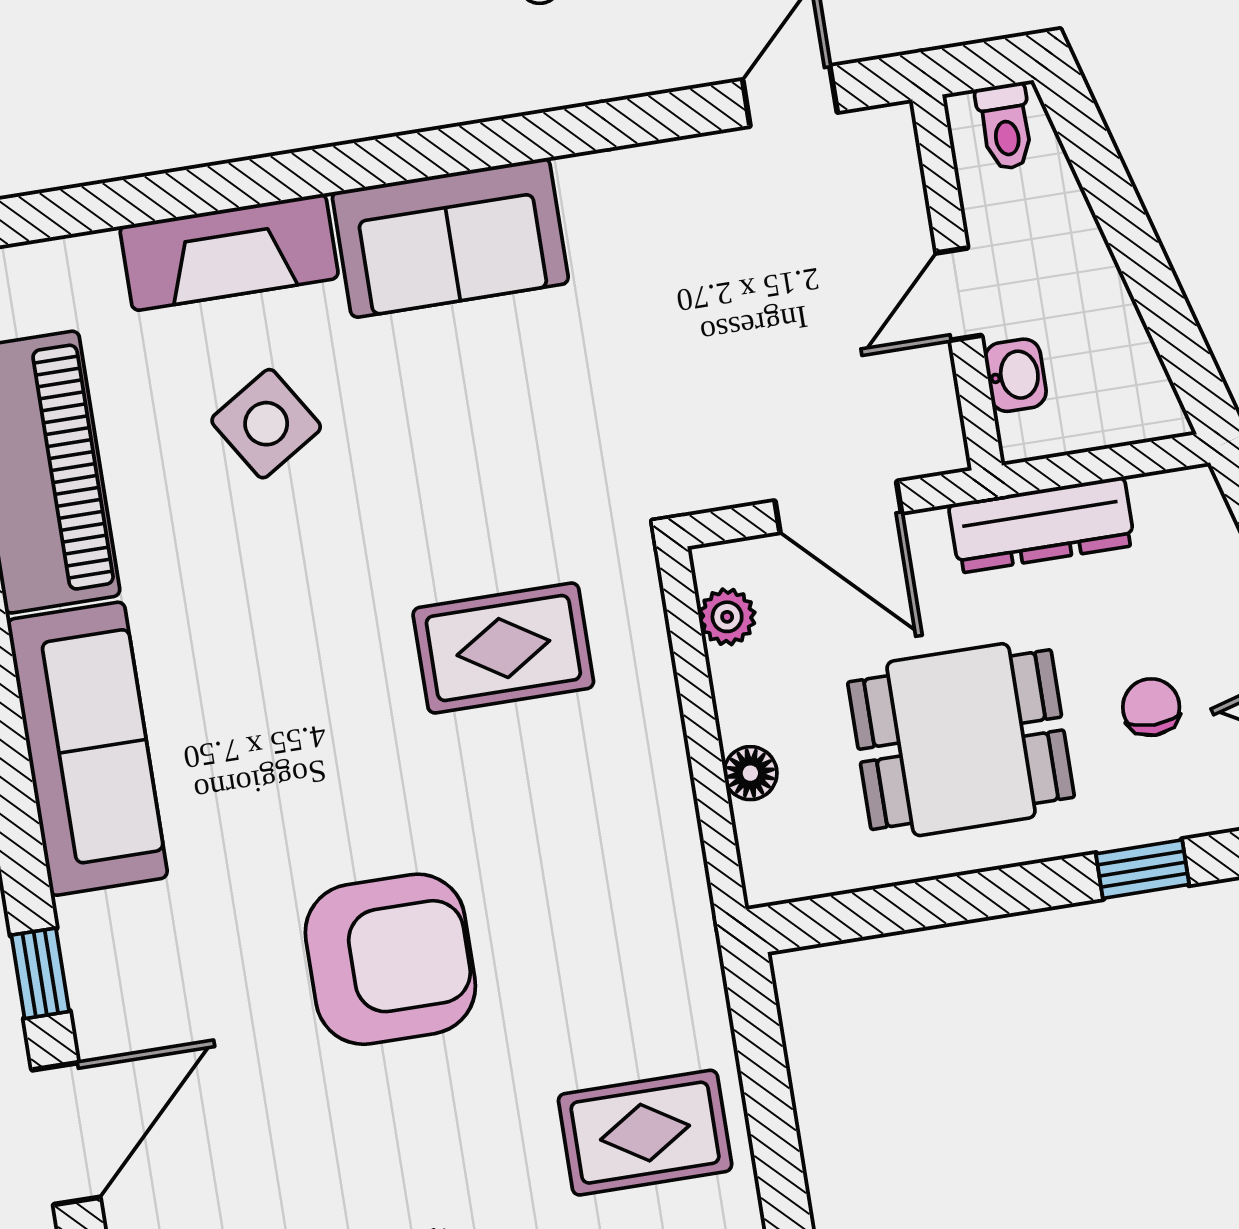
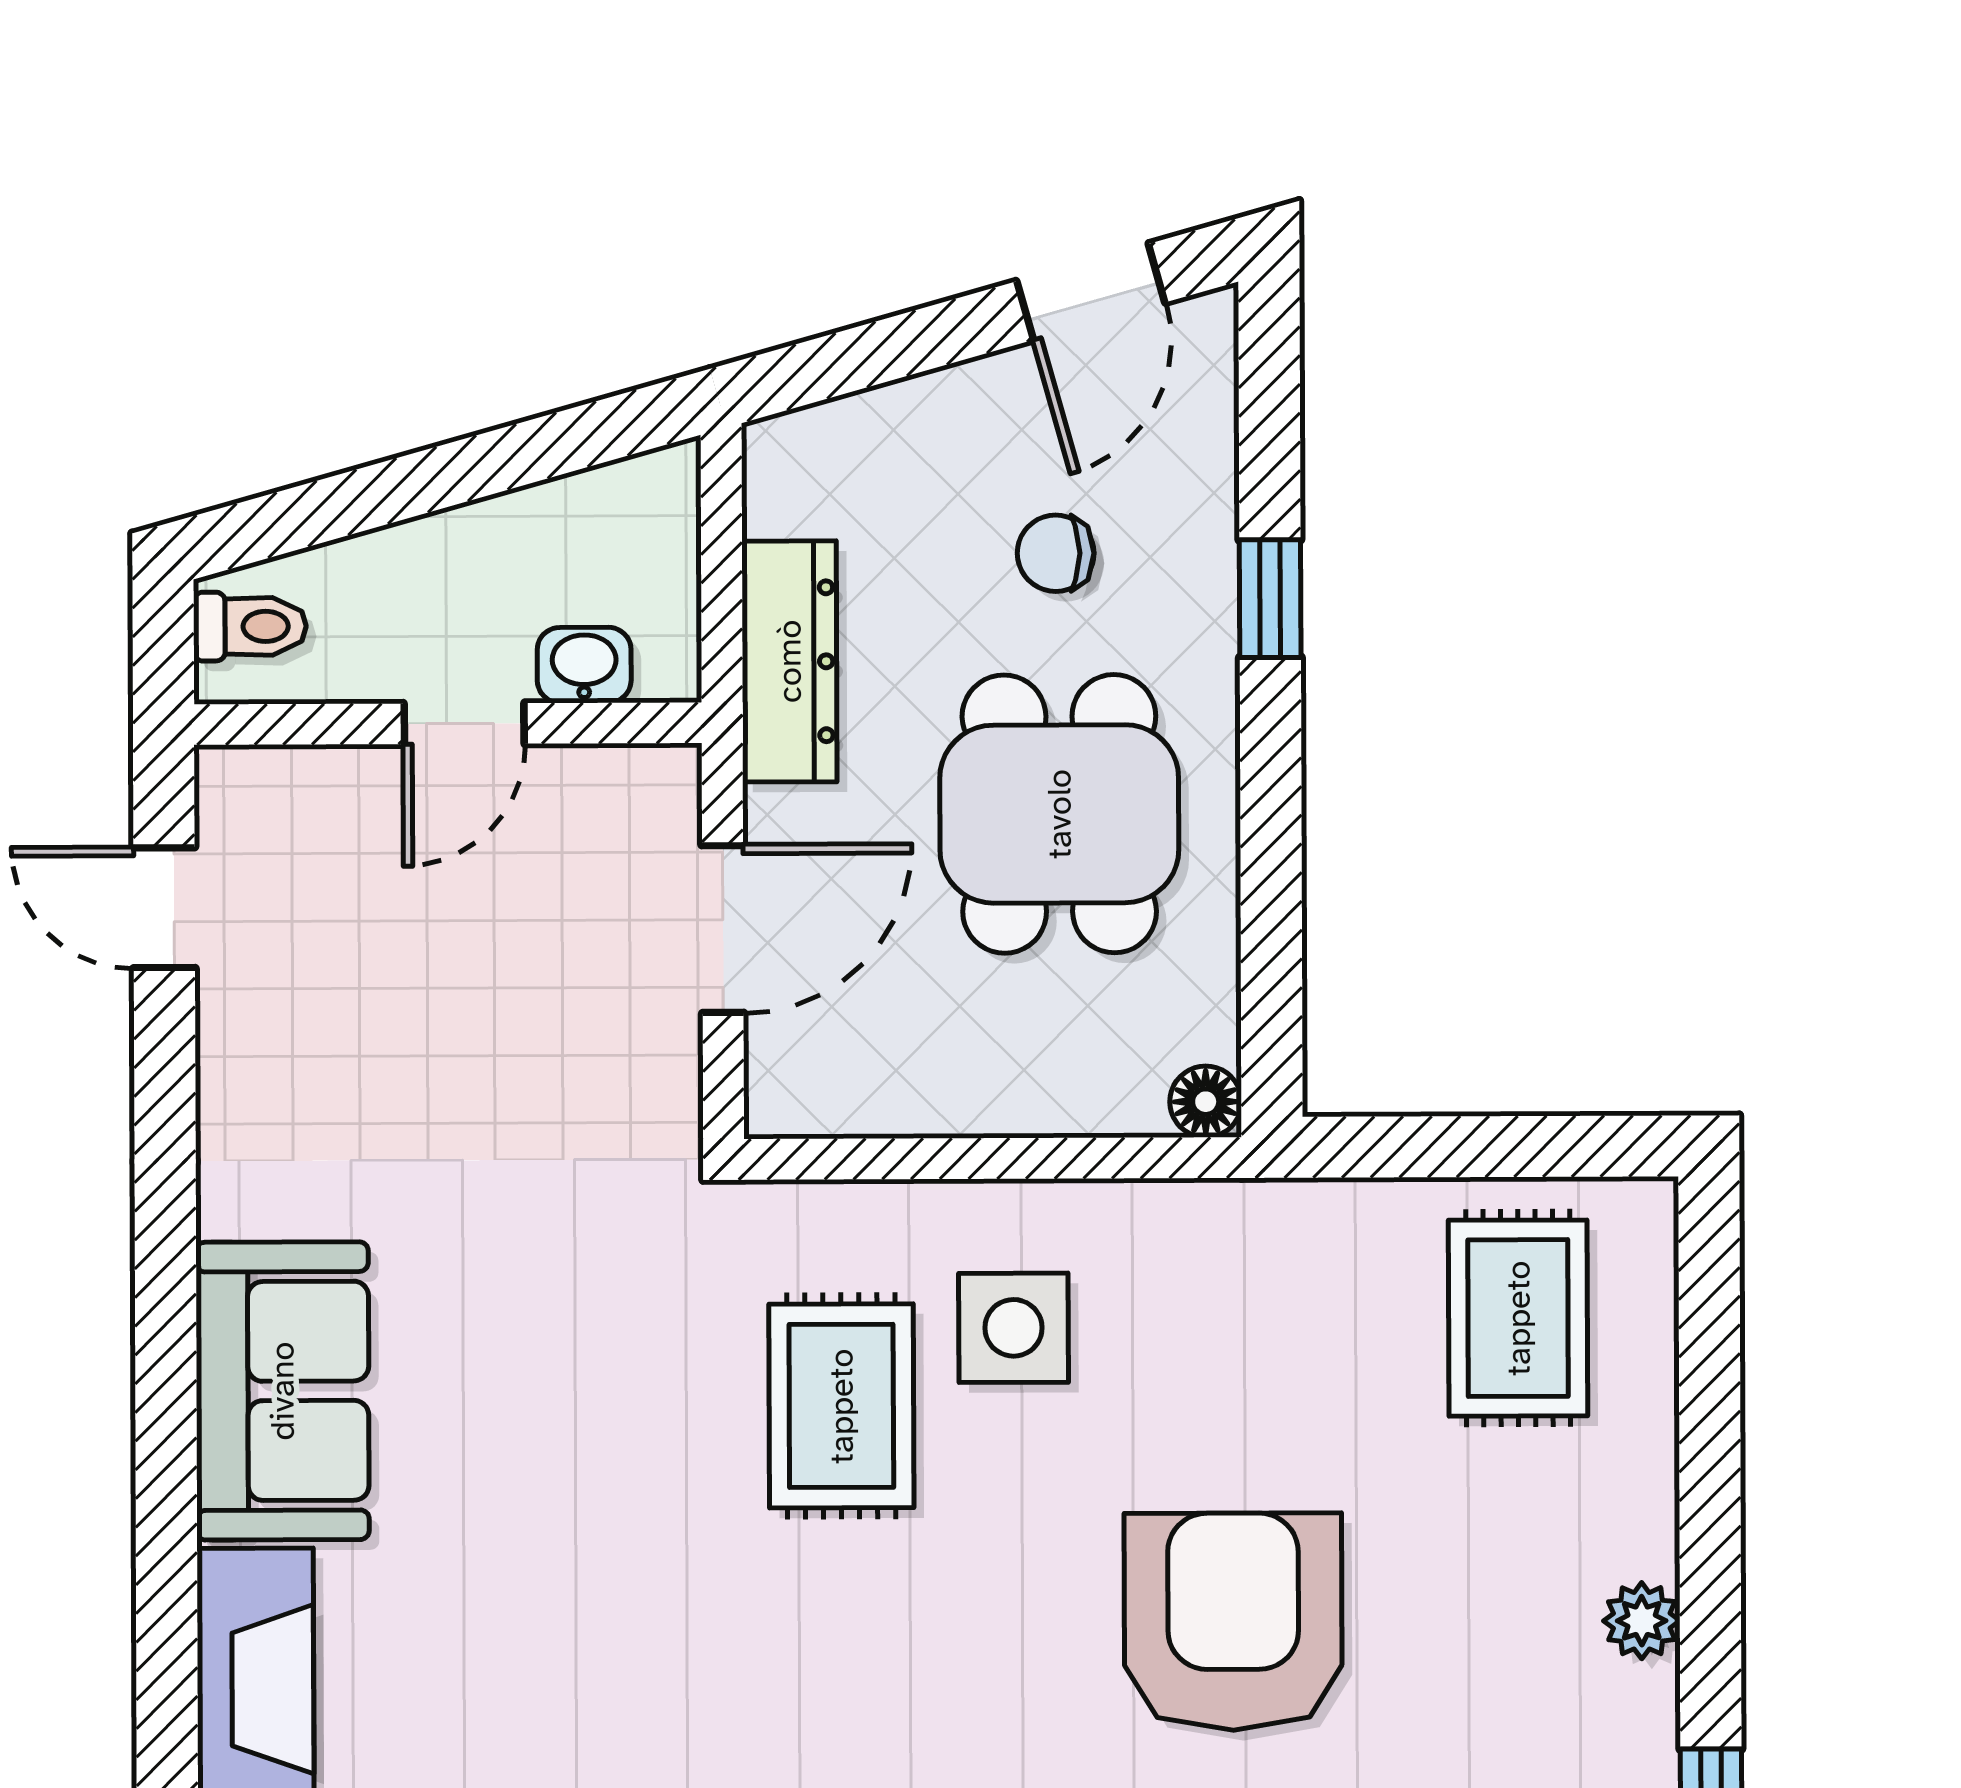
door: (959, 294) -> (464, 724), hinge flipped
side table: (266, 424) -> (1013, 1328), moved, turned 32
plant: (727, 617) -> (846, 1101), removed
floor lamp: (750, 773) -> (1206, 1102), moved

